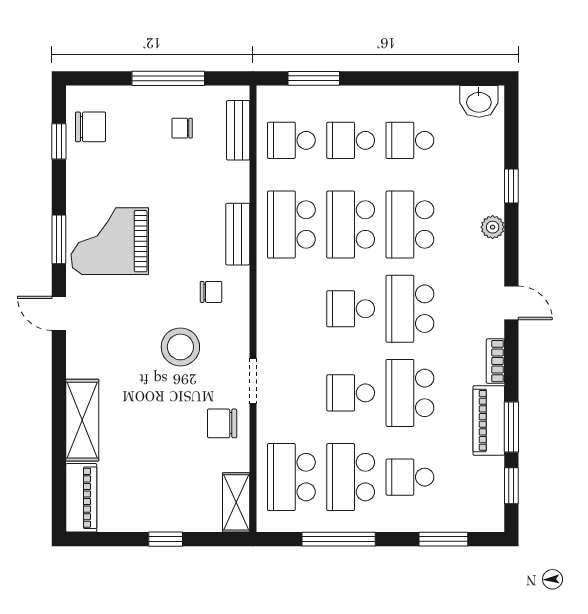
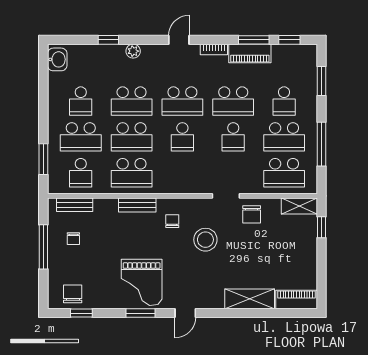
school desk: (351, 140) -> (81, 137), width x1.85
window: (166, 539) -> (321, 227), moved

